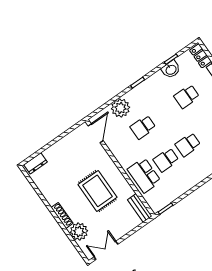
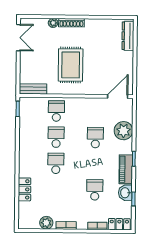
piano: (151, 83) -> (126, 169), added
door: (96, 133) -> (118, 96), swing flipped
dresser: (35, 163) -> (128, 36), width x1.44
school desk: (144, 175) -> (56, 111), width x0.54
rug: (97, 191) -> (71, 65), turned 90
plant: (79, 232) -> (53, 23), width x0.53, depth x0.53

